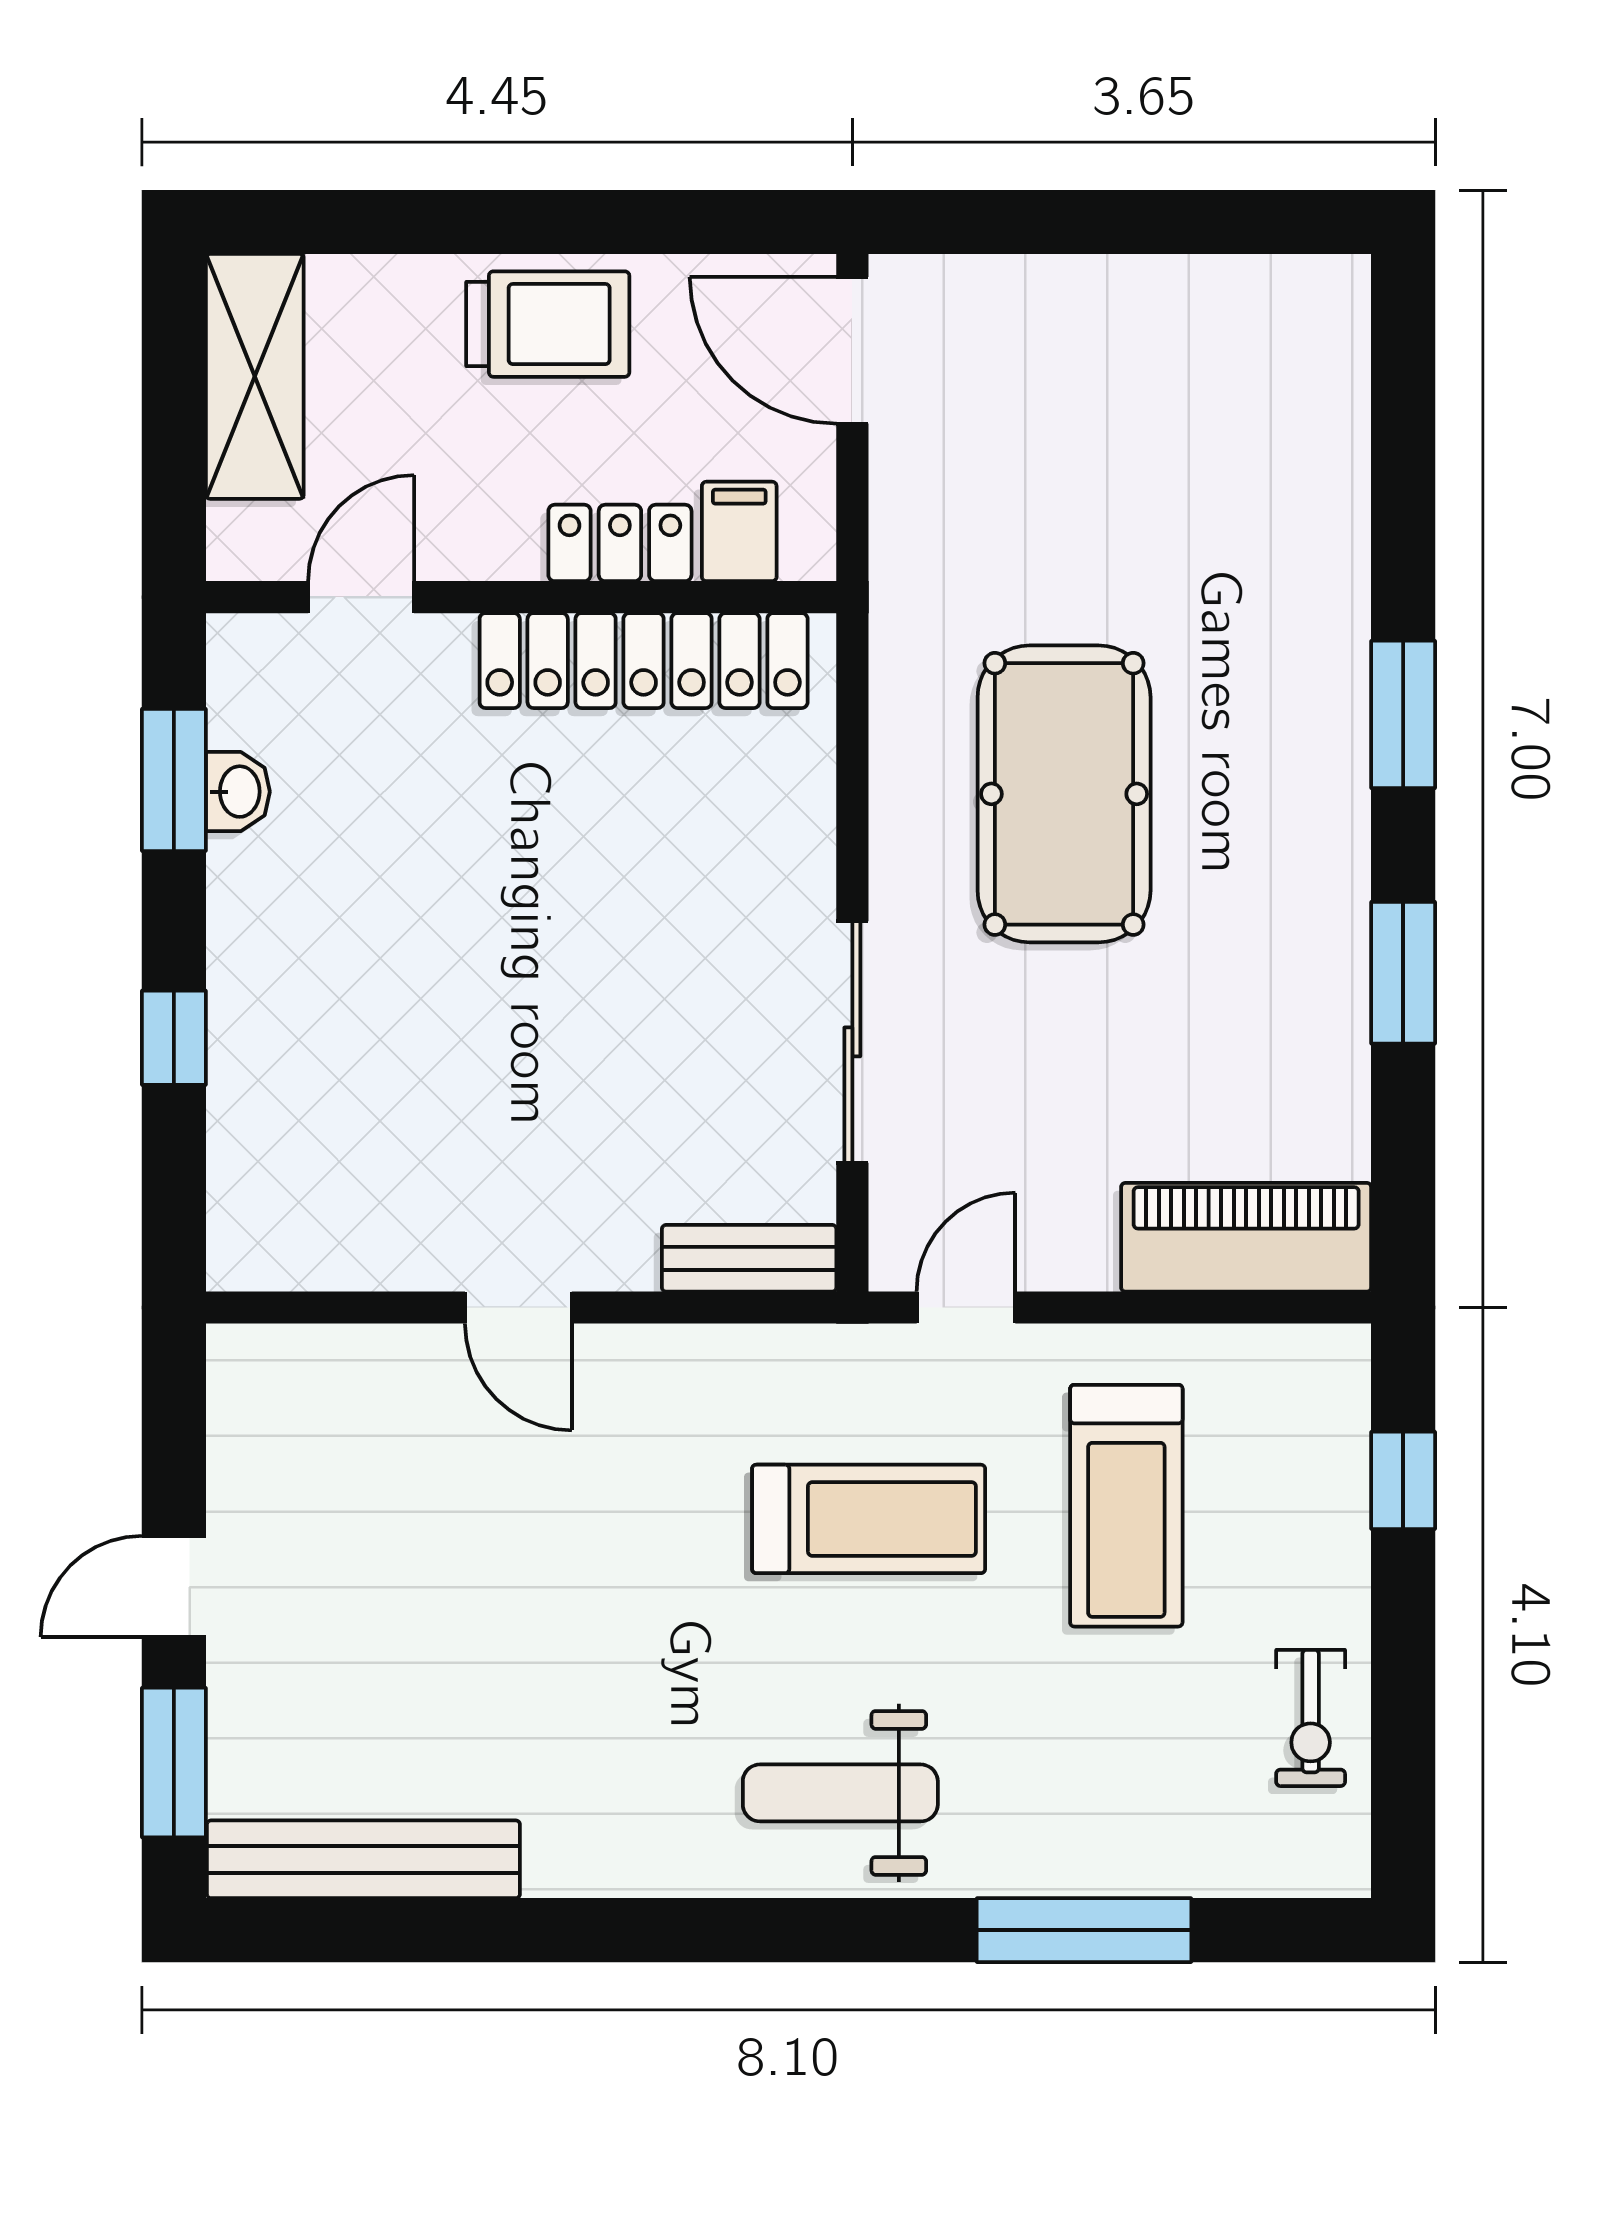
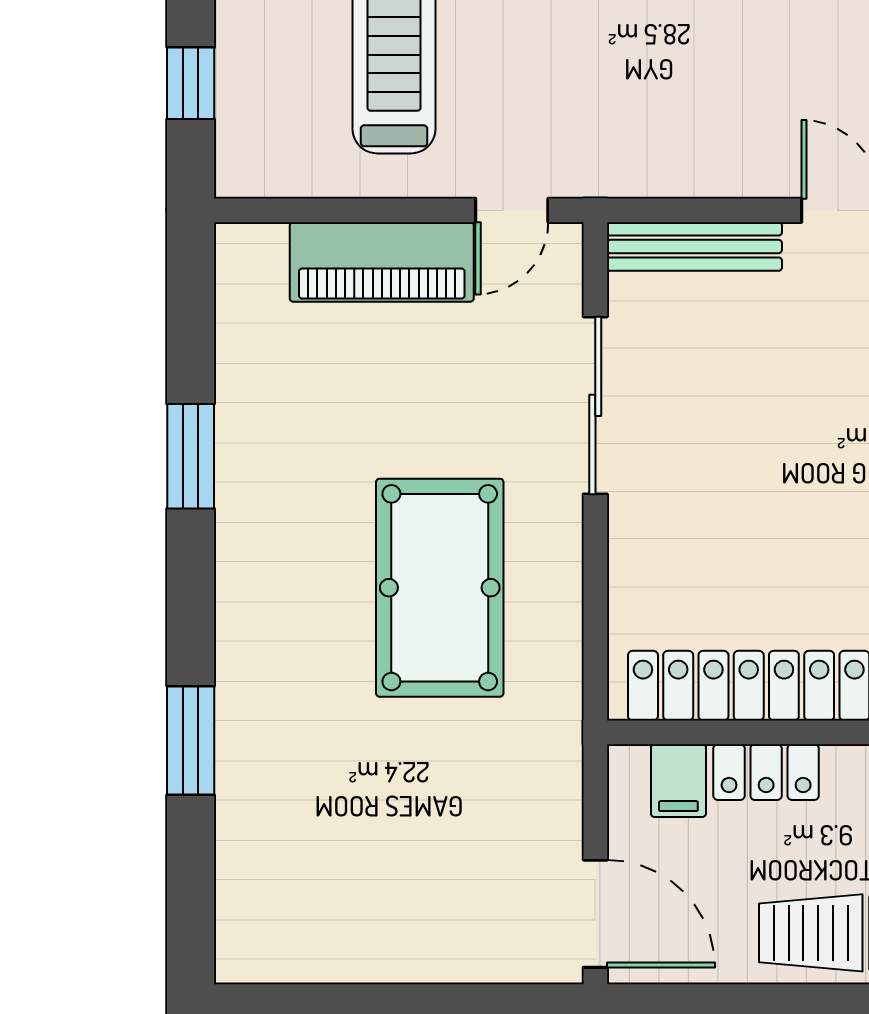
window: (1403, 714) -> (191, 740), moved
piano: (1246, 1237) -> (382, 262), moved
bench: (749, 1258) -> (694, 246), width x1.36
treadmill: (869, 1519) -> (583, 55), removed

